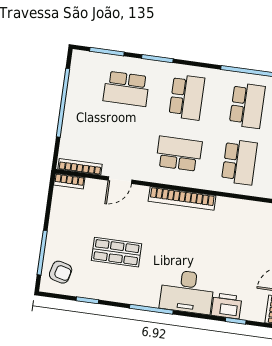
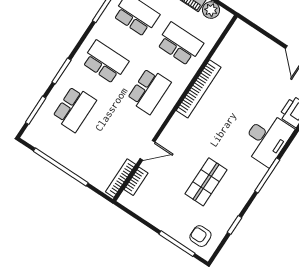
school desk: (179, 154) -> (149, 91), turned 180
door: (120, 180) -> (148, 150), hinge flipped
bookcase: (69, 181) -> (136, 181), moved
bookcase: (182, 198) -> (199, 89), moved
armchair: (61, 272) -> (200, 236), turned -104

